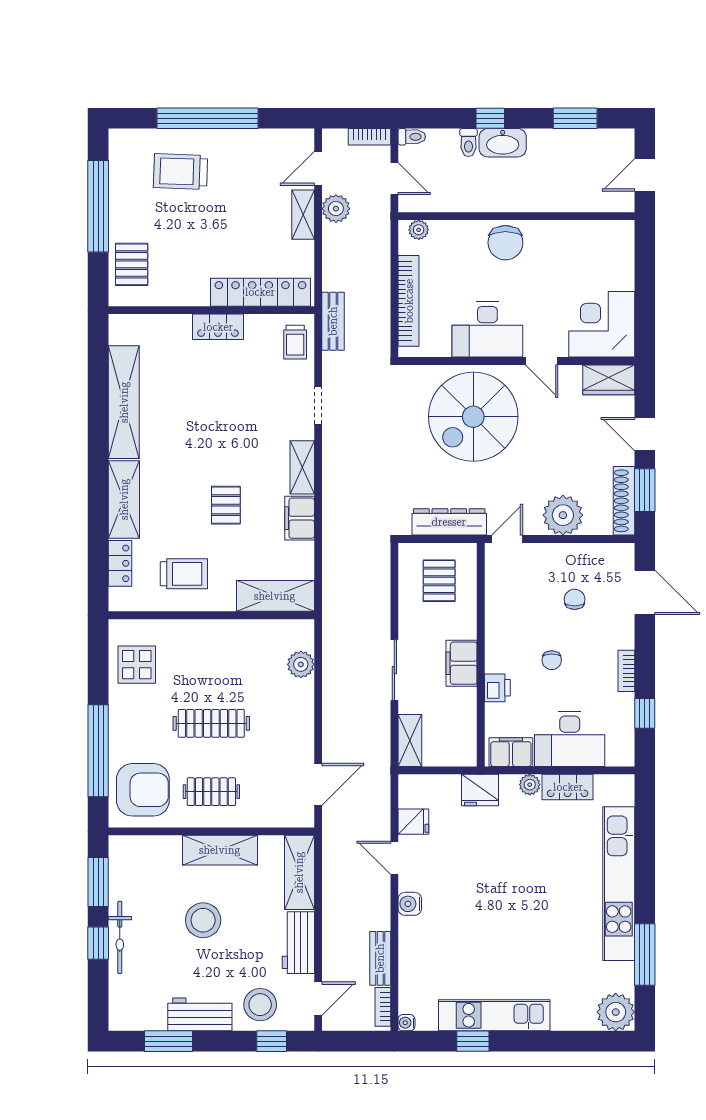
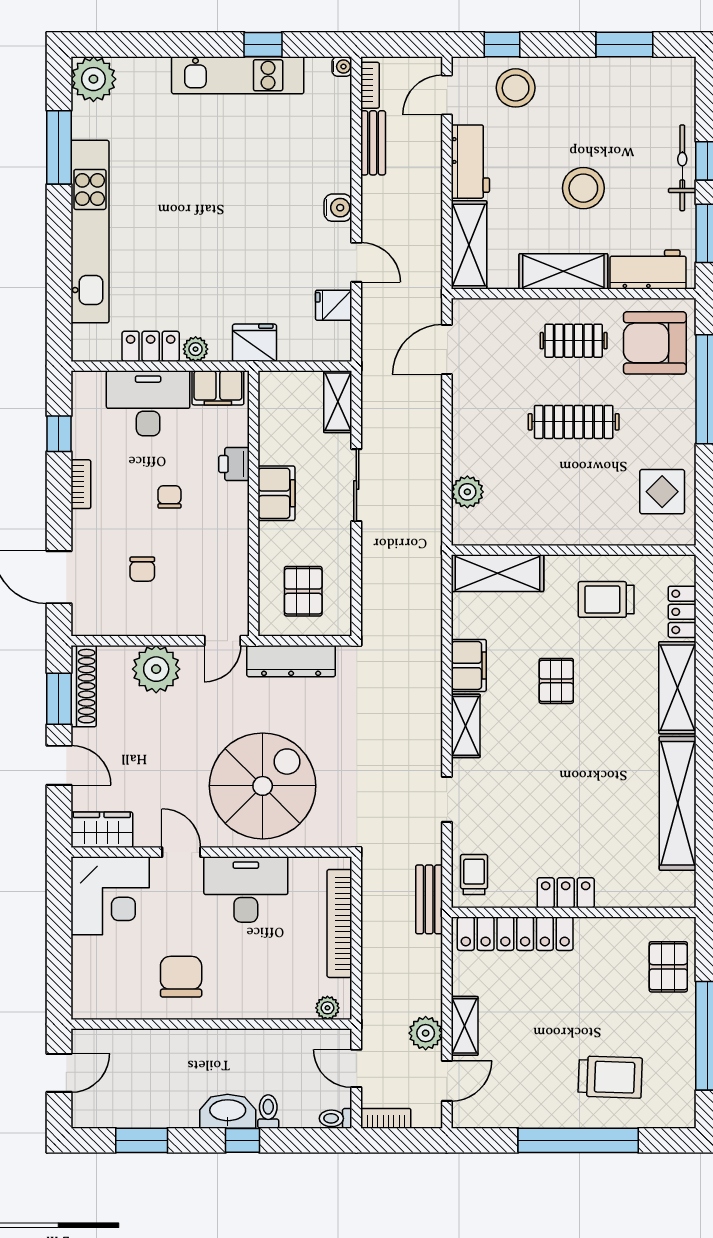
chair: (505, 243) -> (181, 977), moved
workbench: (200, 1014) -> (648, 269), moved, turned 180

